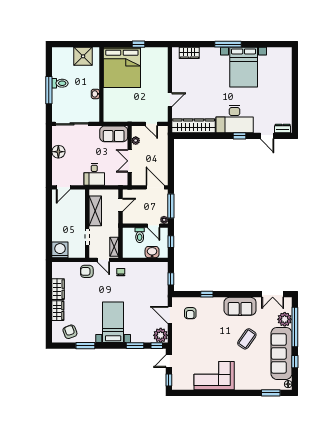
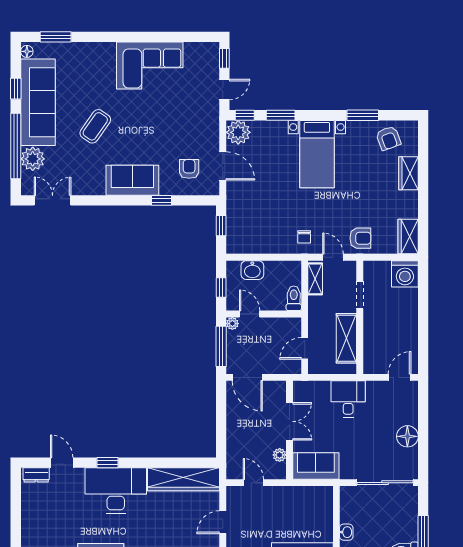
toilet: (140, 235) -> (294, 298), moved
wardrobe: (58, 289) -> (408, 236), moved
sofa: (240, 306) -> (132, 180), moved

